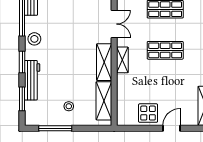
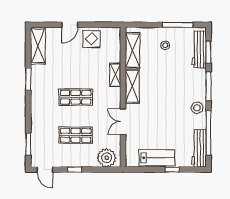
shelving: (122, 60) -> (115, 75), moved
window: (22, 62) -> (208, 86), width x1.44
workbench: (32, 80) -> (199, 50), moved

